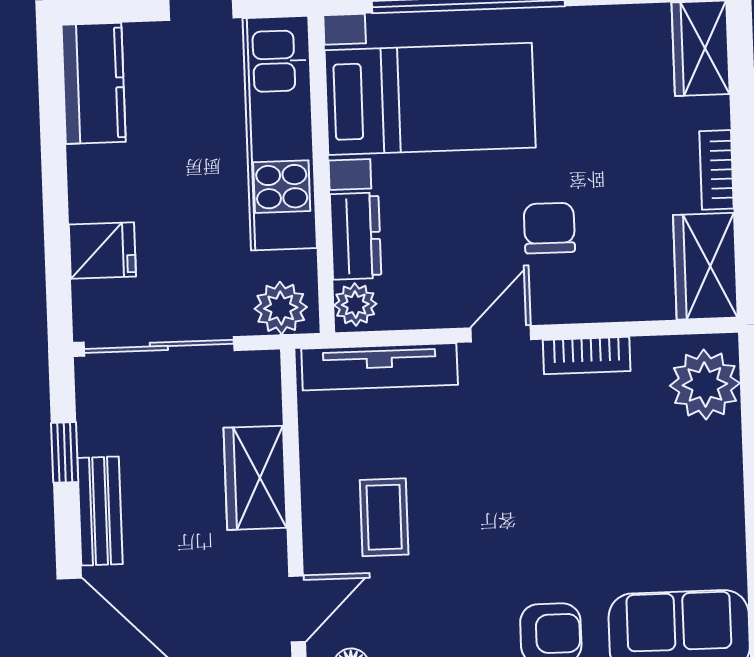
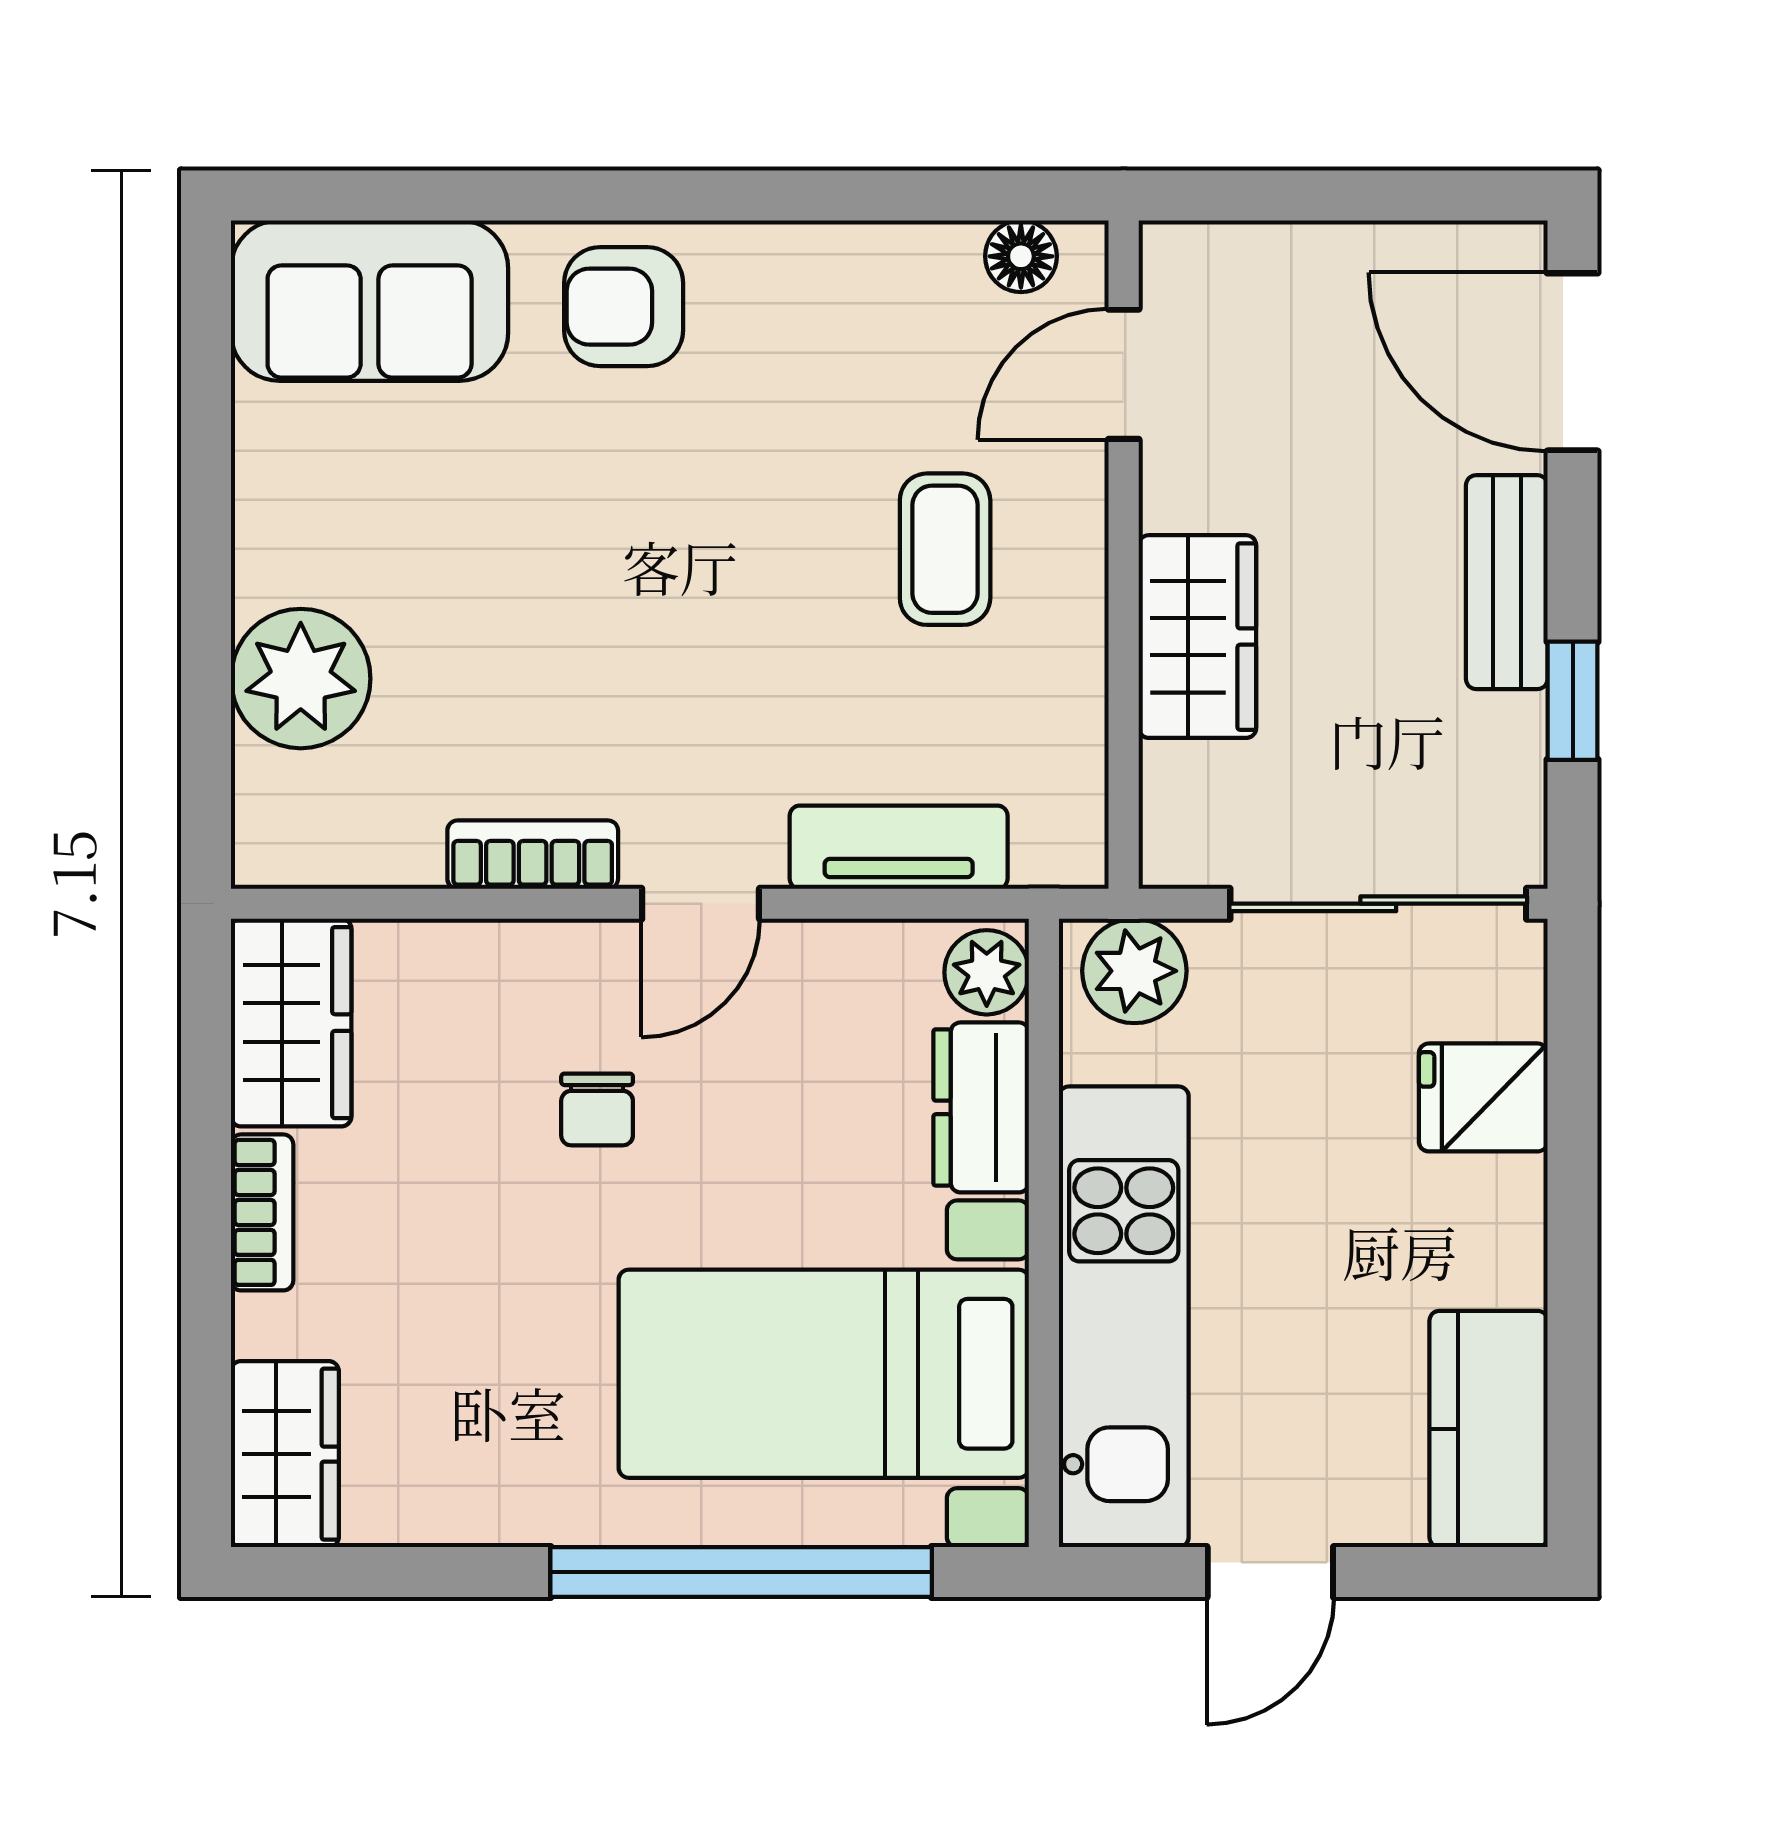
chair: (549, 228) -> (597, 1109), width x0.73, depth x0.73
tv unit: (380, 367) -> (899, 847), width x0.71
plant: (705, 384) -> (301, 679), moved

